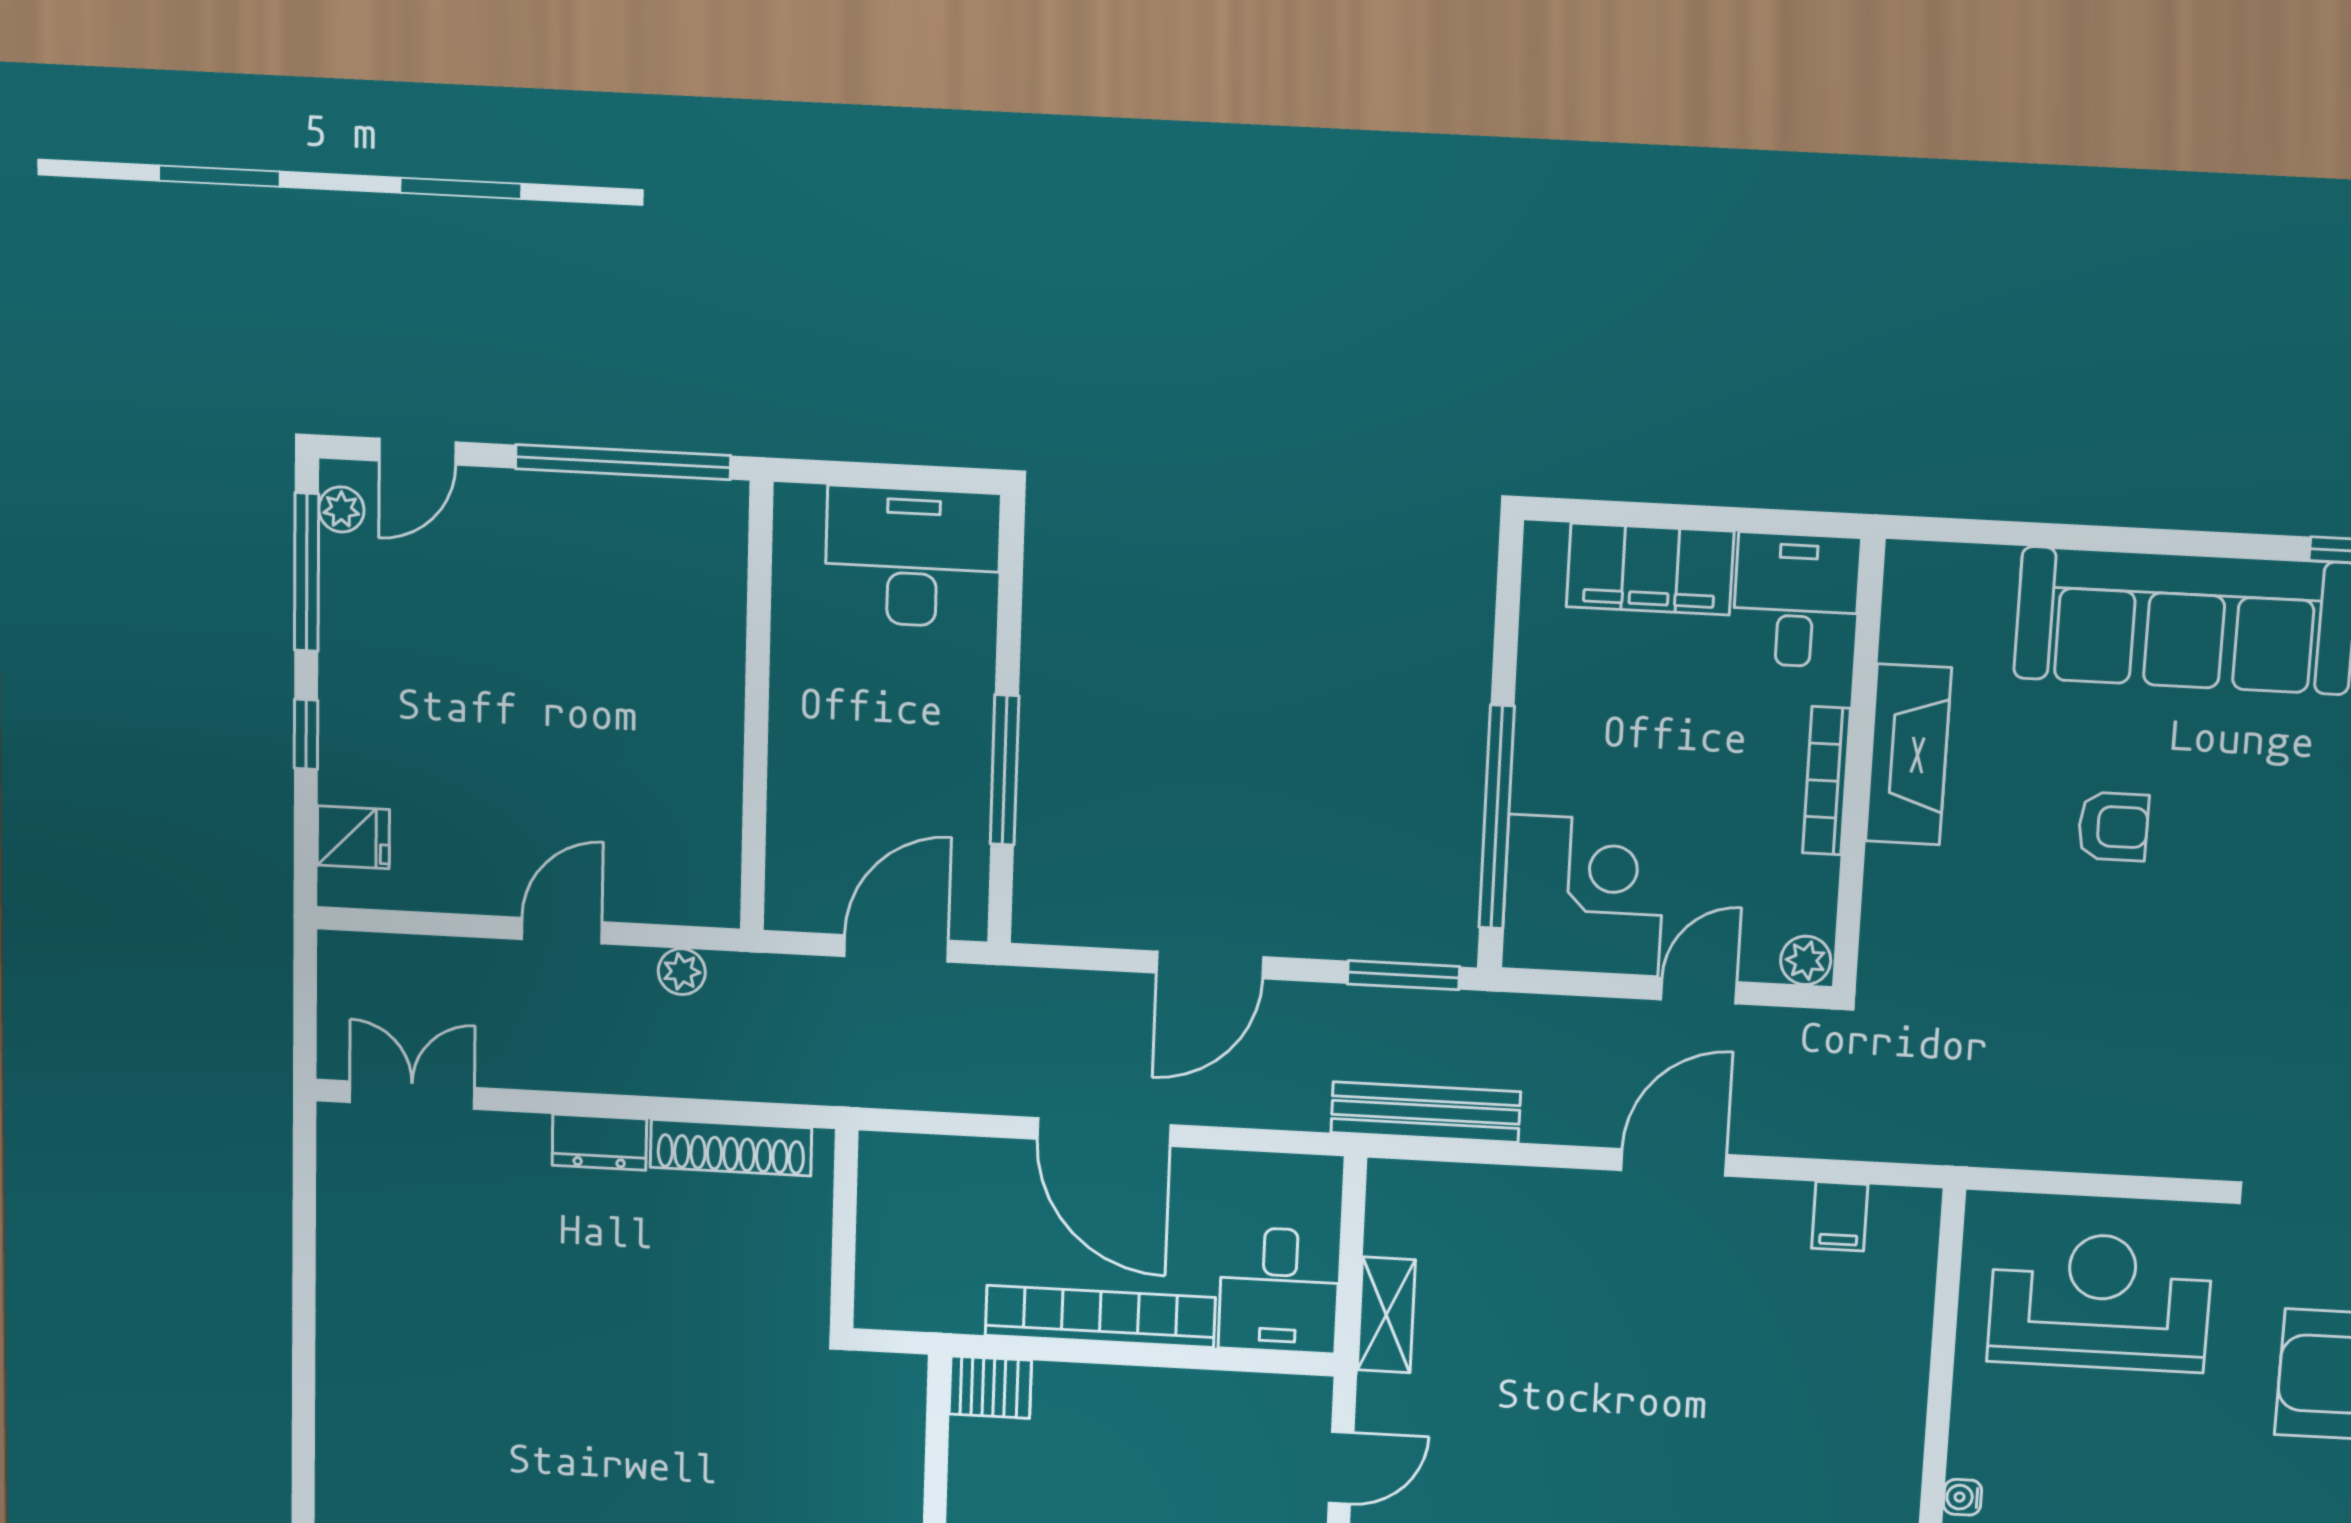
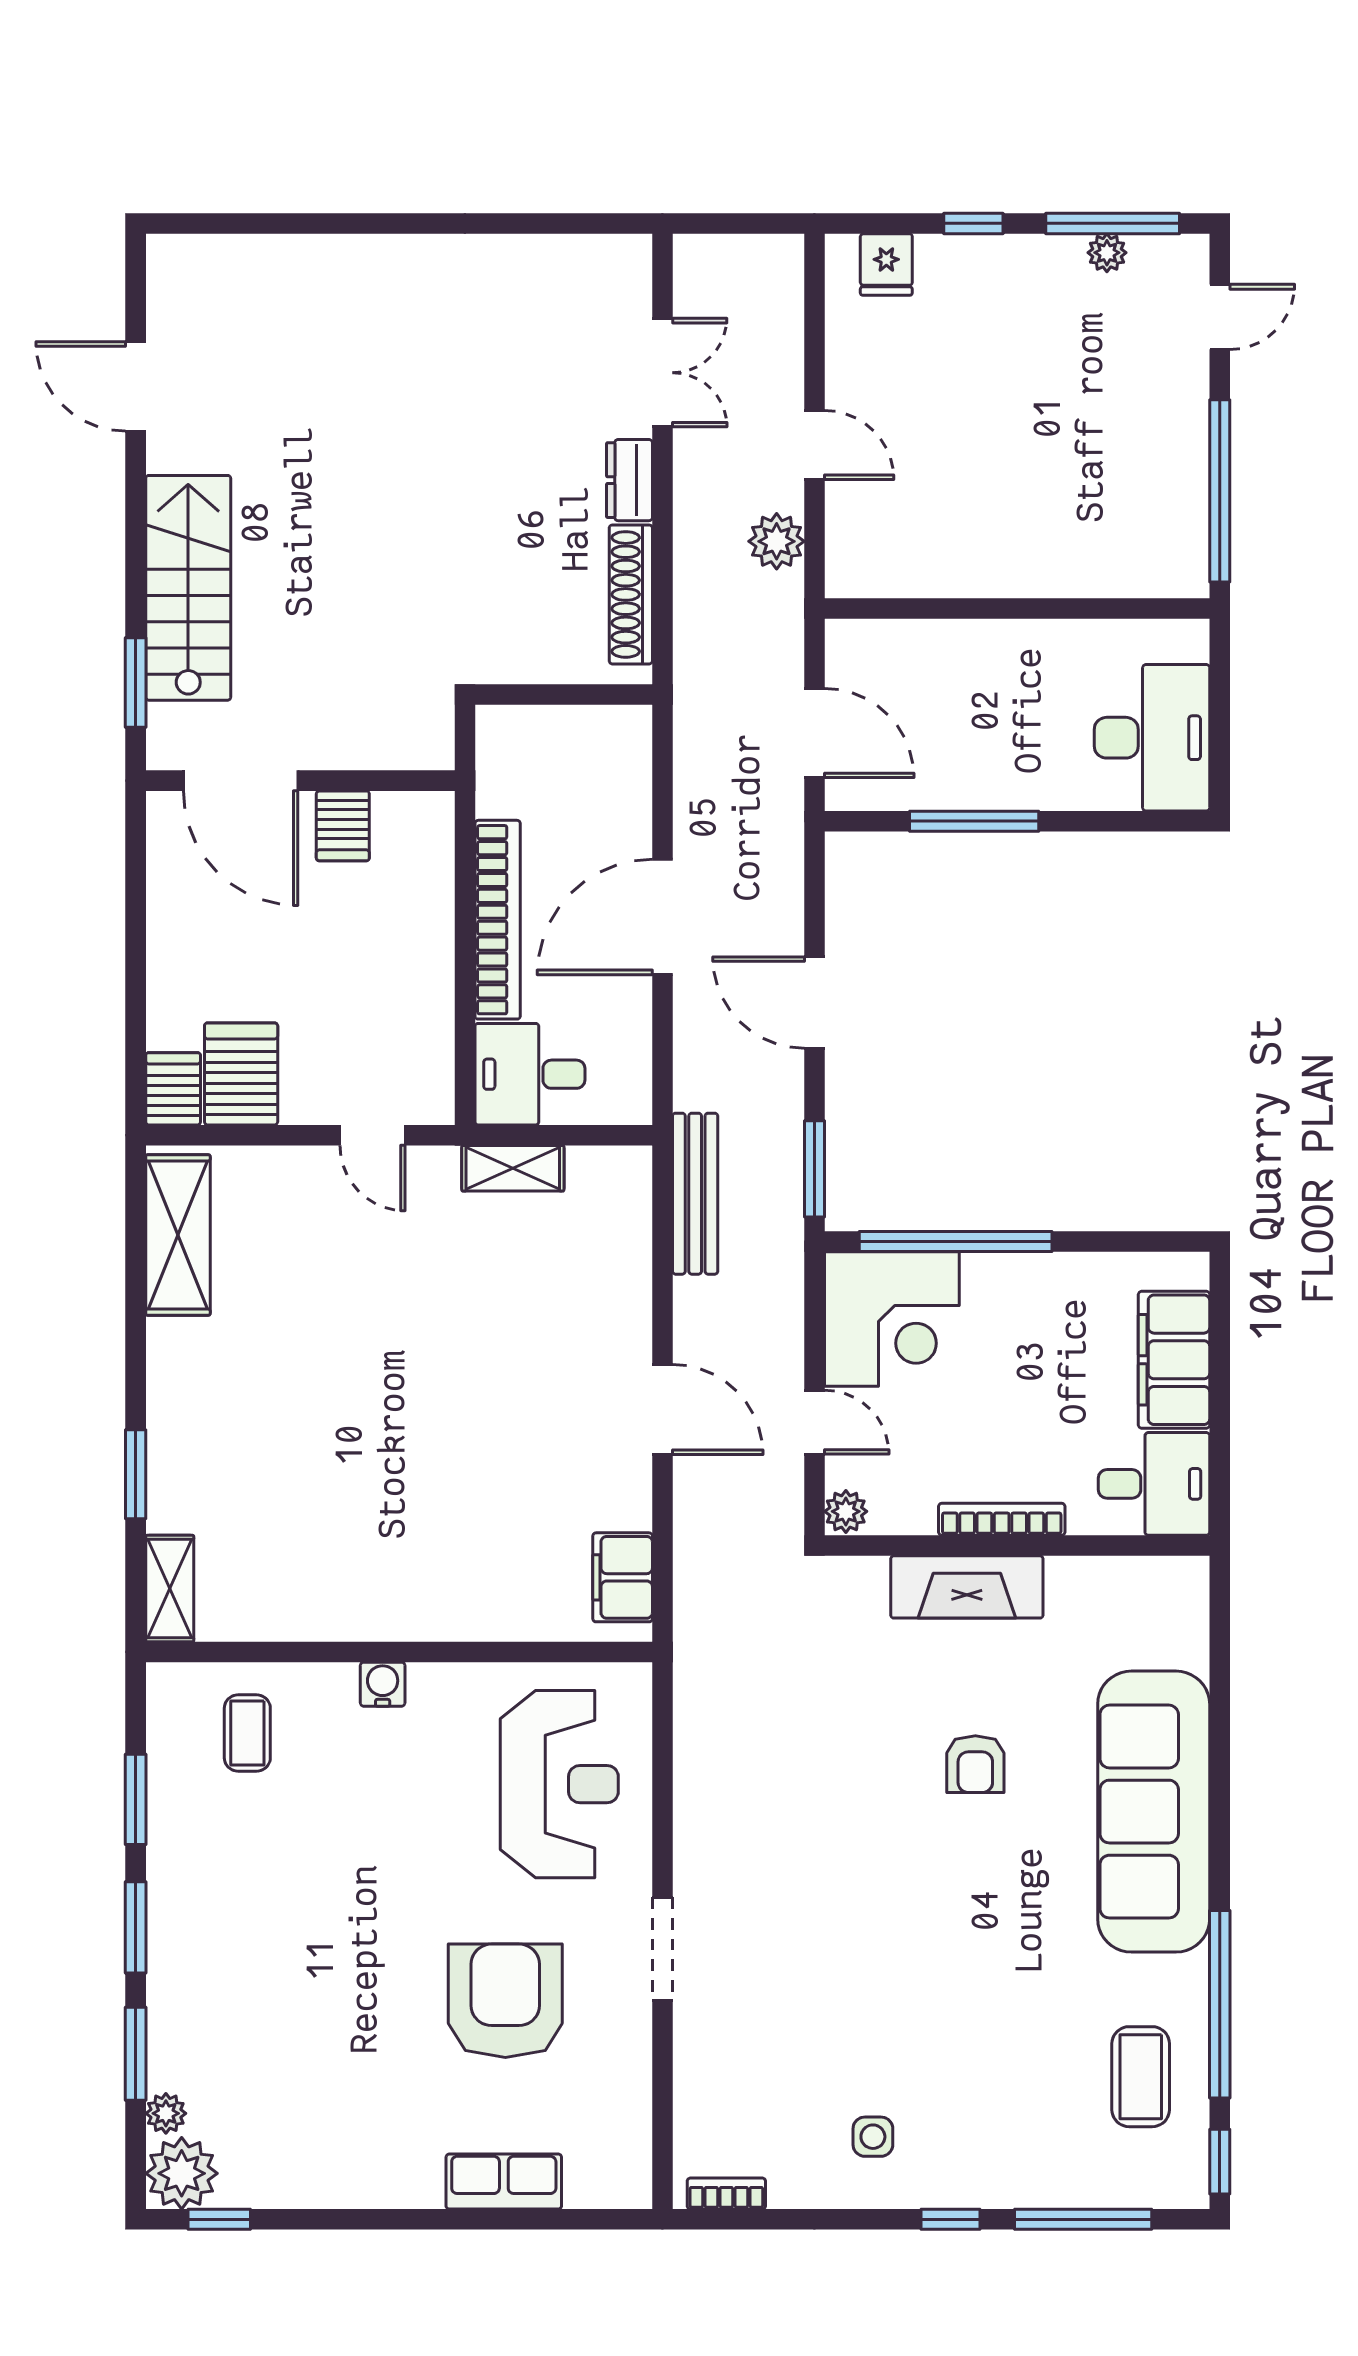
door: (417, 452) -> (1220, 317), swing flipped
plant: (341, 509) -> (1107, 253), moved
fireplace: (1908, 755) -> (967, 1587), moved
plant: (682, 972) -> (777, 541), width x1.38, depth x1.38
double door: (412, 1095) -> (662, 373), moved
filing cabinet: (1840, 1216) -> (623, 1577), width x2.00
server rack: (990, 1387) -> (343, 826), moved
water cooler: (1962, 1497) -> (383, 1684), width x1.38, depth x1.38

